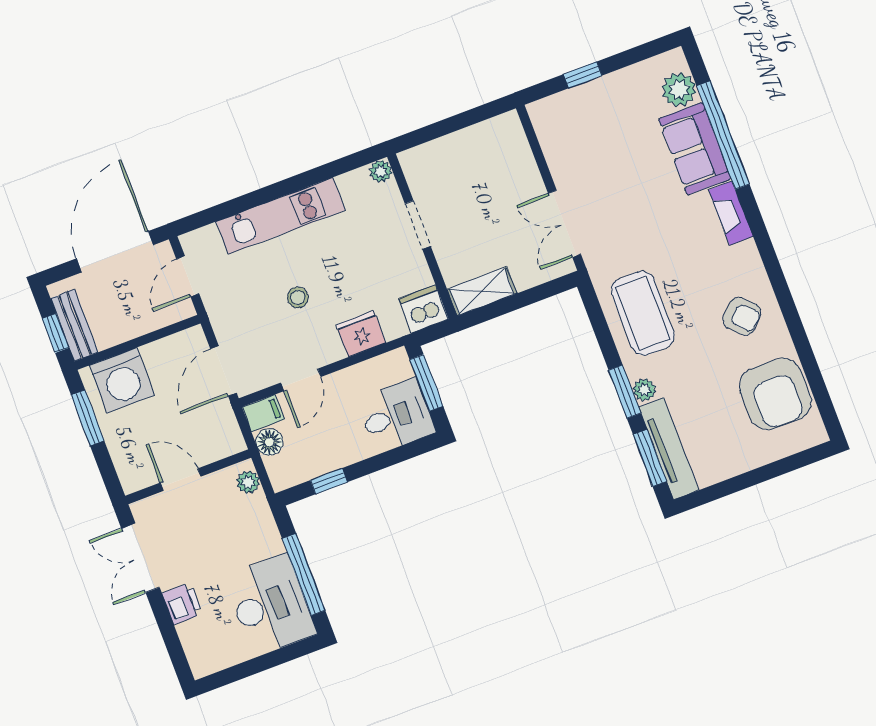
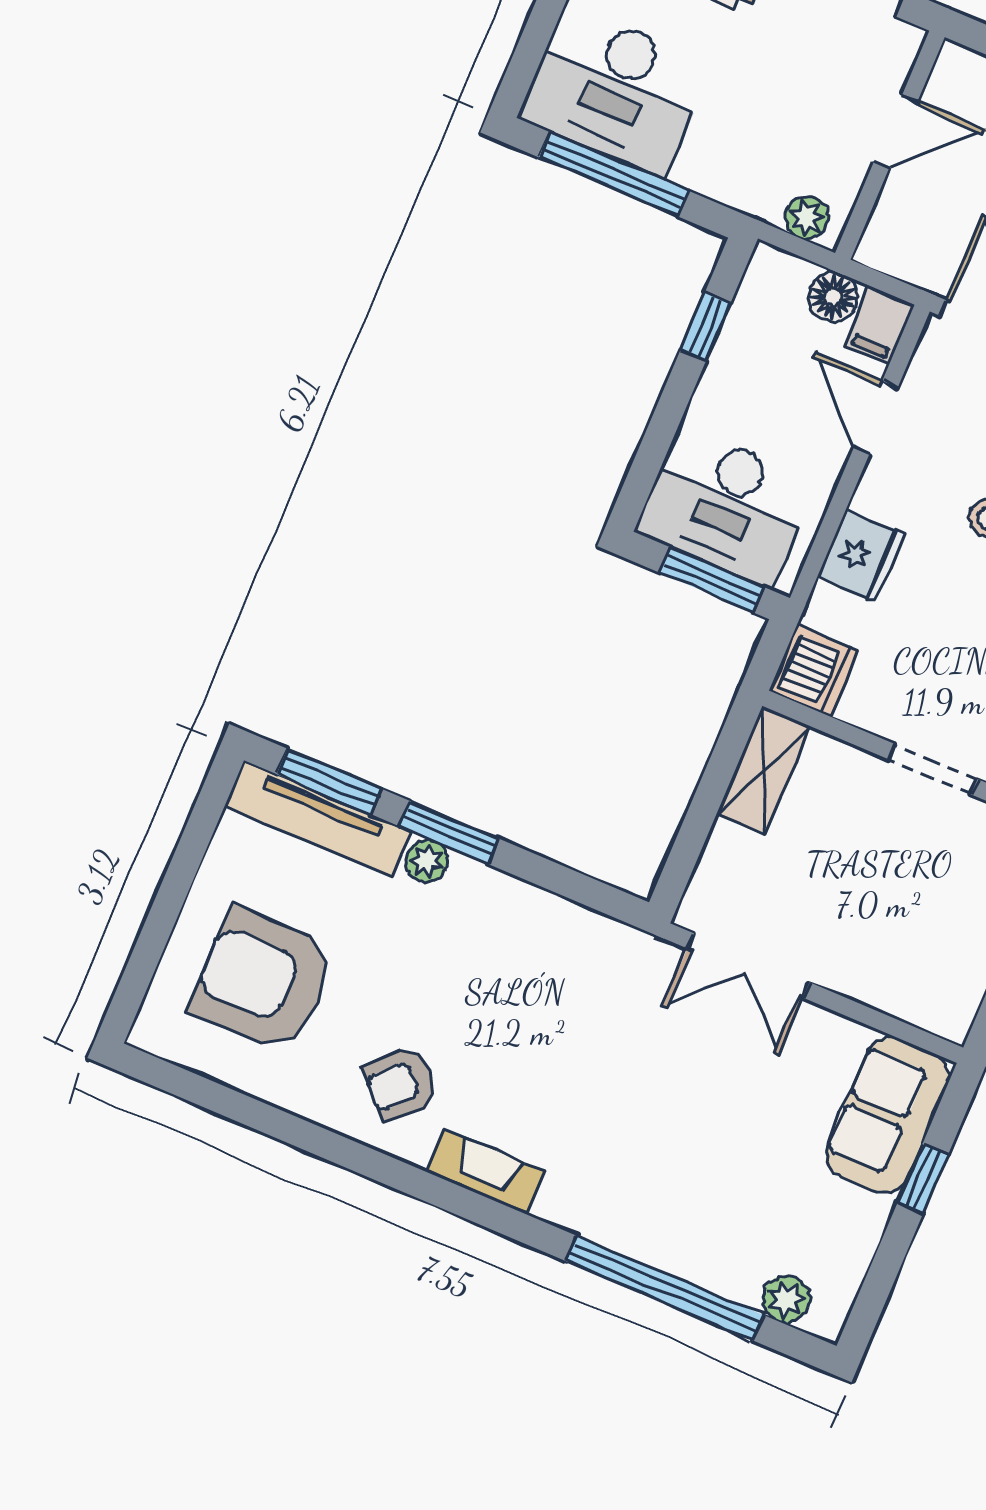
plant: (679, 90) -> (786, 1299), width x0.73, depth x0.73
sofa: (695, 149) -> (888, 1115), moved, turned -90
fireplace: (731, 213) -> (486, 1172), moved
double door: (565, 224) -> (748, 965), swing flipped
coffee table: (643, 313) -> (530, 956), removed
armchair: (775, 394) -> (263, 981), moved
desk: (396, 416) -> (726, 507), width x1.37

